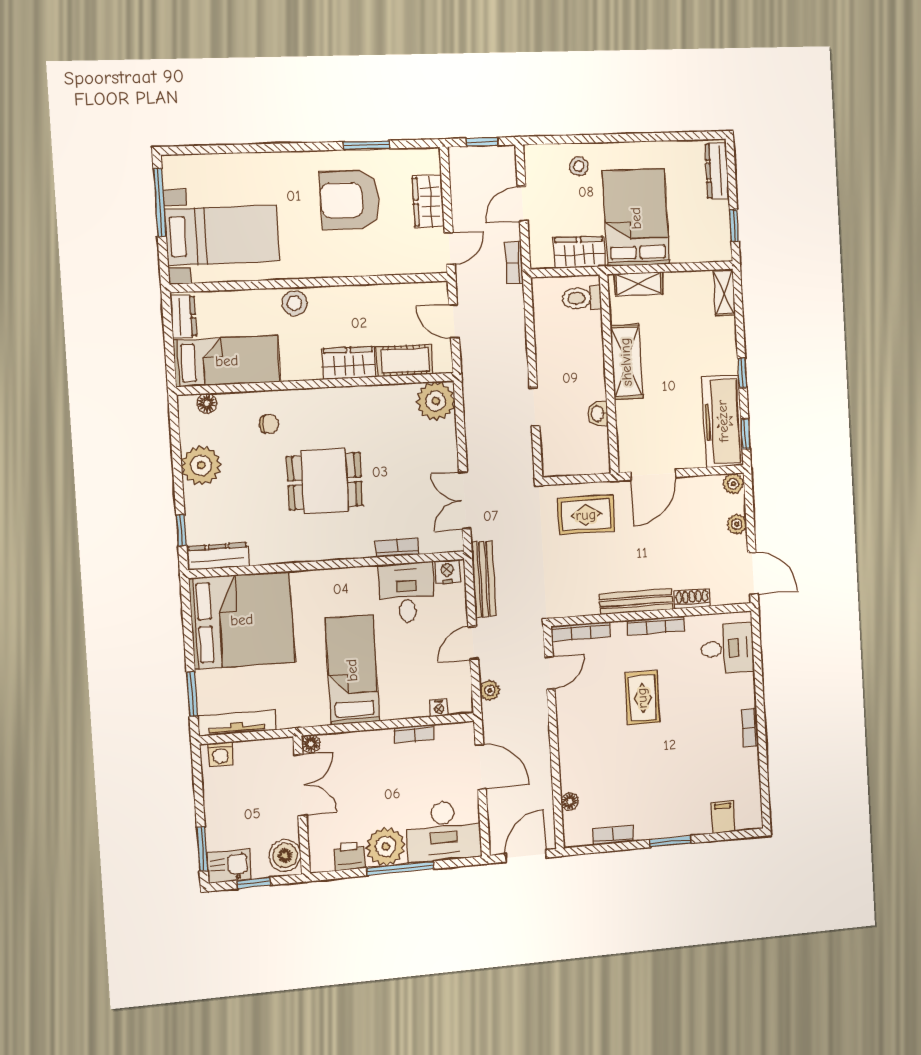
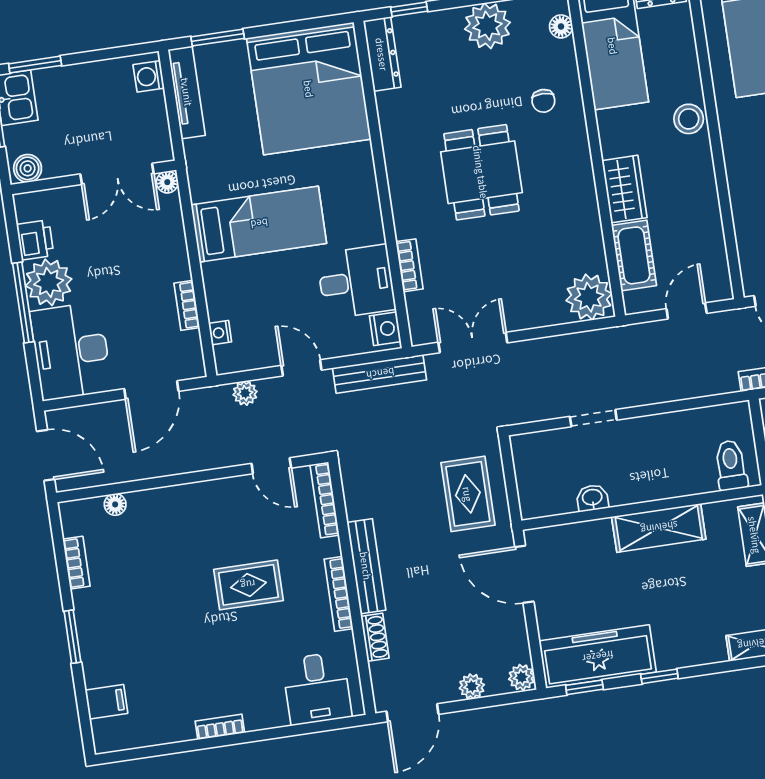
boiler: (285, 856) -> (28, 168), width x0.73, depth x0.73

